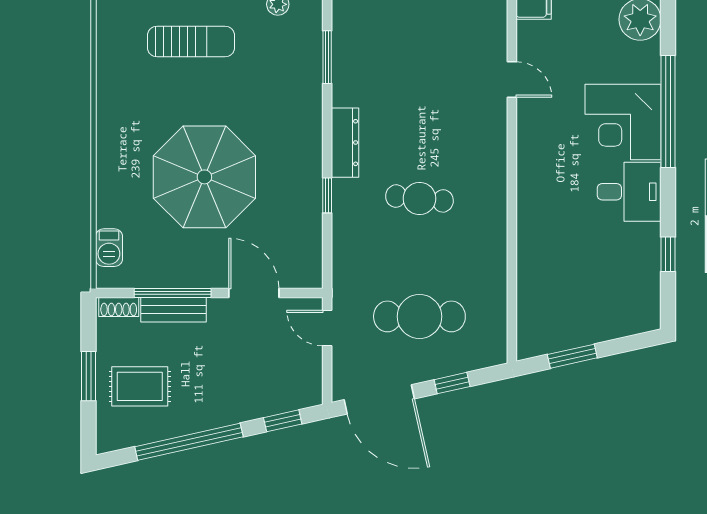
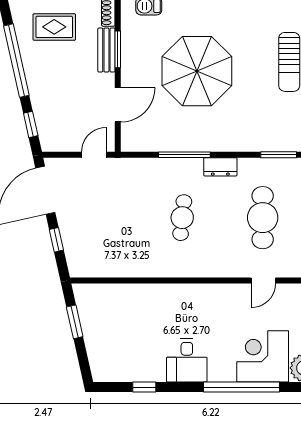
corner desk: (623, 122) -> (263, 356), moved
dresser: (345, 143) -> (220, 167), width x0.70
window: (327, 195) -> (184, 155), width x2.17
window: (173, 293) -> (118, 49), width x0.69
cafe table: (419, 316) -> (263, 218), moved
rug: (140, 386) -> (54, 27), turned 90

